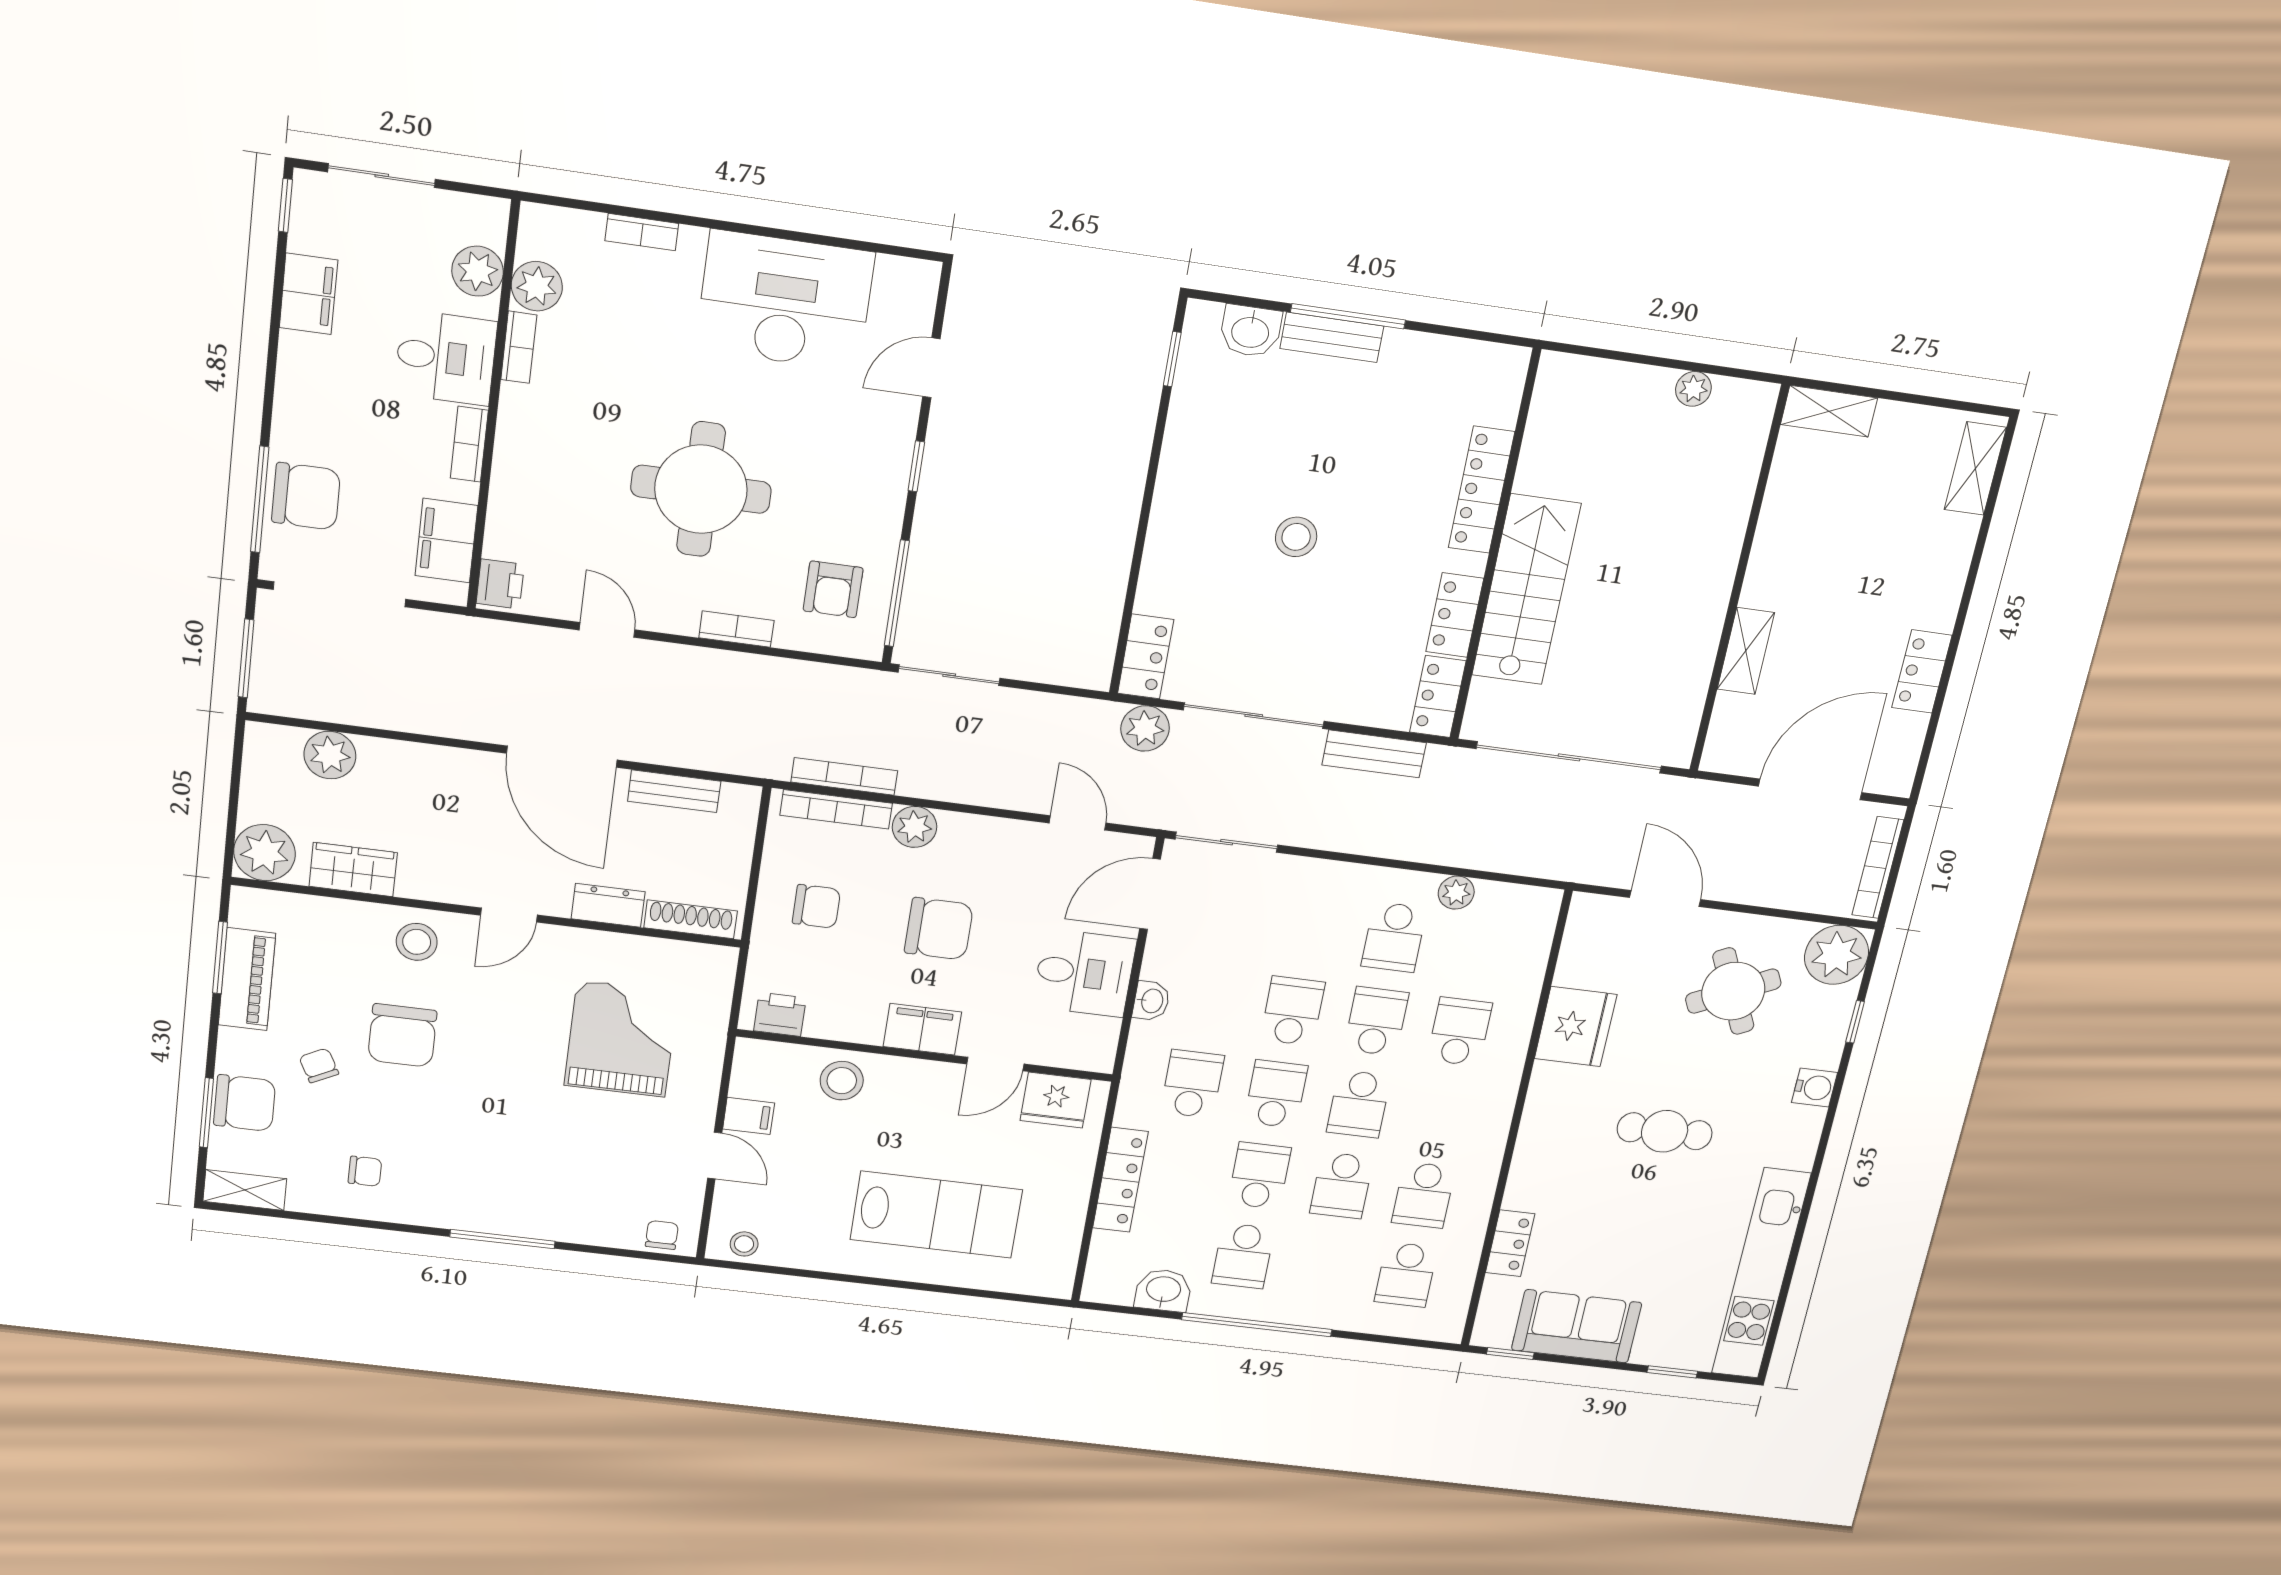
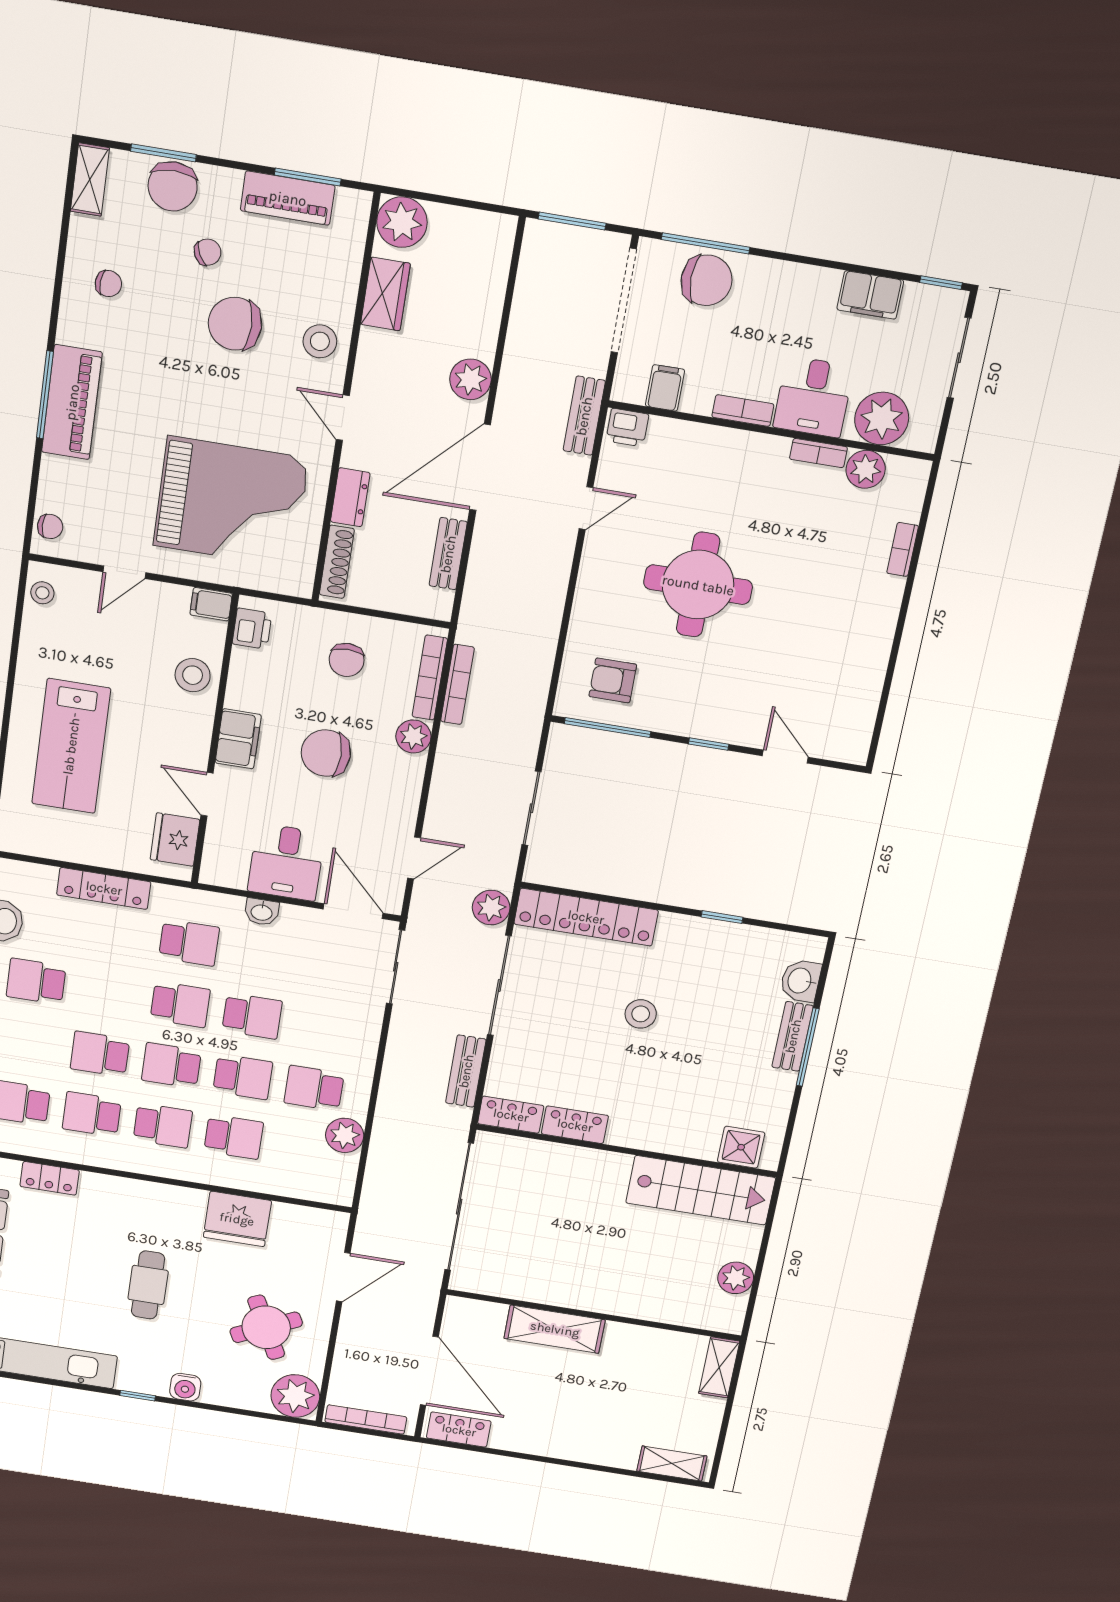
plant: (478, 271) -> (882, 418), width x1.36, depth x1.36
desk: (785, 301) -> (843, 652), removed
window: (1172, 359) -> (722, 917), moved
plant: (1693, 389) -> (736, 1278), width x1.38, depth x1.38
shower: (1494, 398) -> (741, 1147), added
locker: (1481, 490) -> (671, 1140), removed
chair: (306, 496) -> (707, 280), turned -90
filing cabinet: (446, 541) -> (665, 388), width x0.50
stairs: (1526, 590) -> (701, 1190), moved
bookcase: (736, 629) -> (583, 607), removed
bench: (488, 636) -> (584, 416), added
shelving: (1746, 651) -> (555, 1329), width x1.50, depth x1.33
locker: (1146, 657) -> (586, 917), width x2.16, depth x1.21
locker: (1922, 671) -> (459, 1430), moved
sliding door: (949, 675) -> (531, 808), moved
plant: (330, 755) -> (470, 379), moved
plant: (1456, 893) -> (345, 1135), width x1.38, depth x1.38
chair: (939, 929) -> (326, 753), turned 90
window: (1855, 1022) -> (138, 1396), moved
grand piano: (621, 1039) -> (231, 502), width x1.37, depth x1.48
filing cabinet: (749, 1116) -> (211, 604), moved, turned 90
chair: (365, 1171) -> (108, 284), turned -86
school desk: (1259, 1176) -> (163, 1126), moved
piano: (509, 1211) -> (72, 402), added

